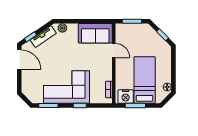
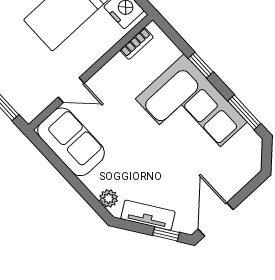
door: (114, 50) -> (71, 90), swing flipped

